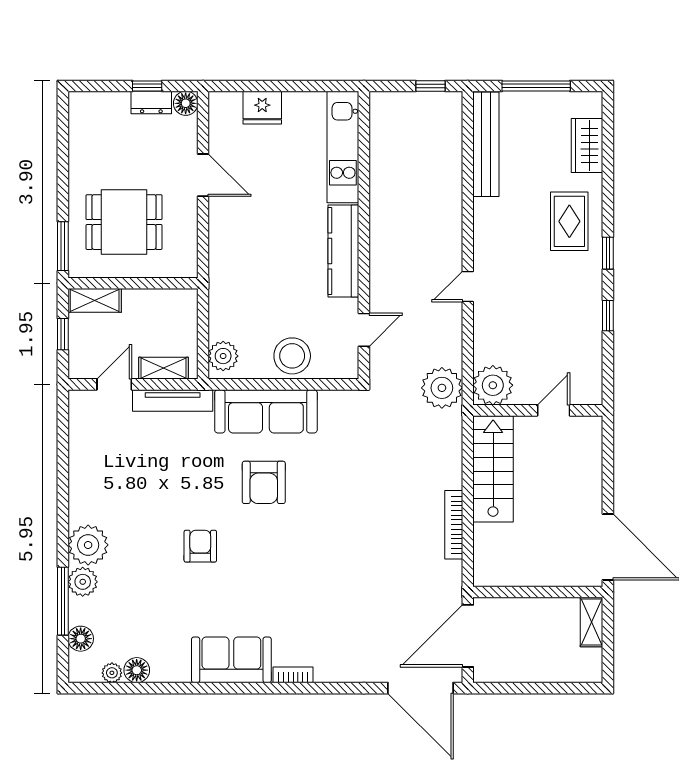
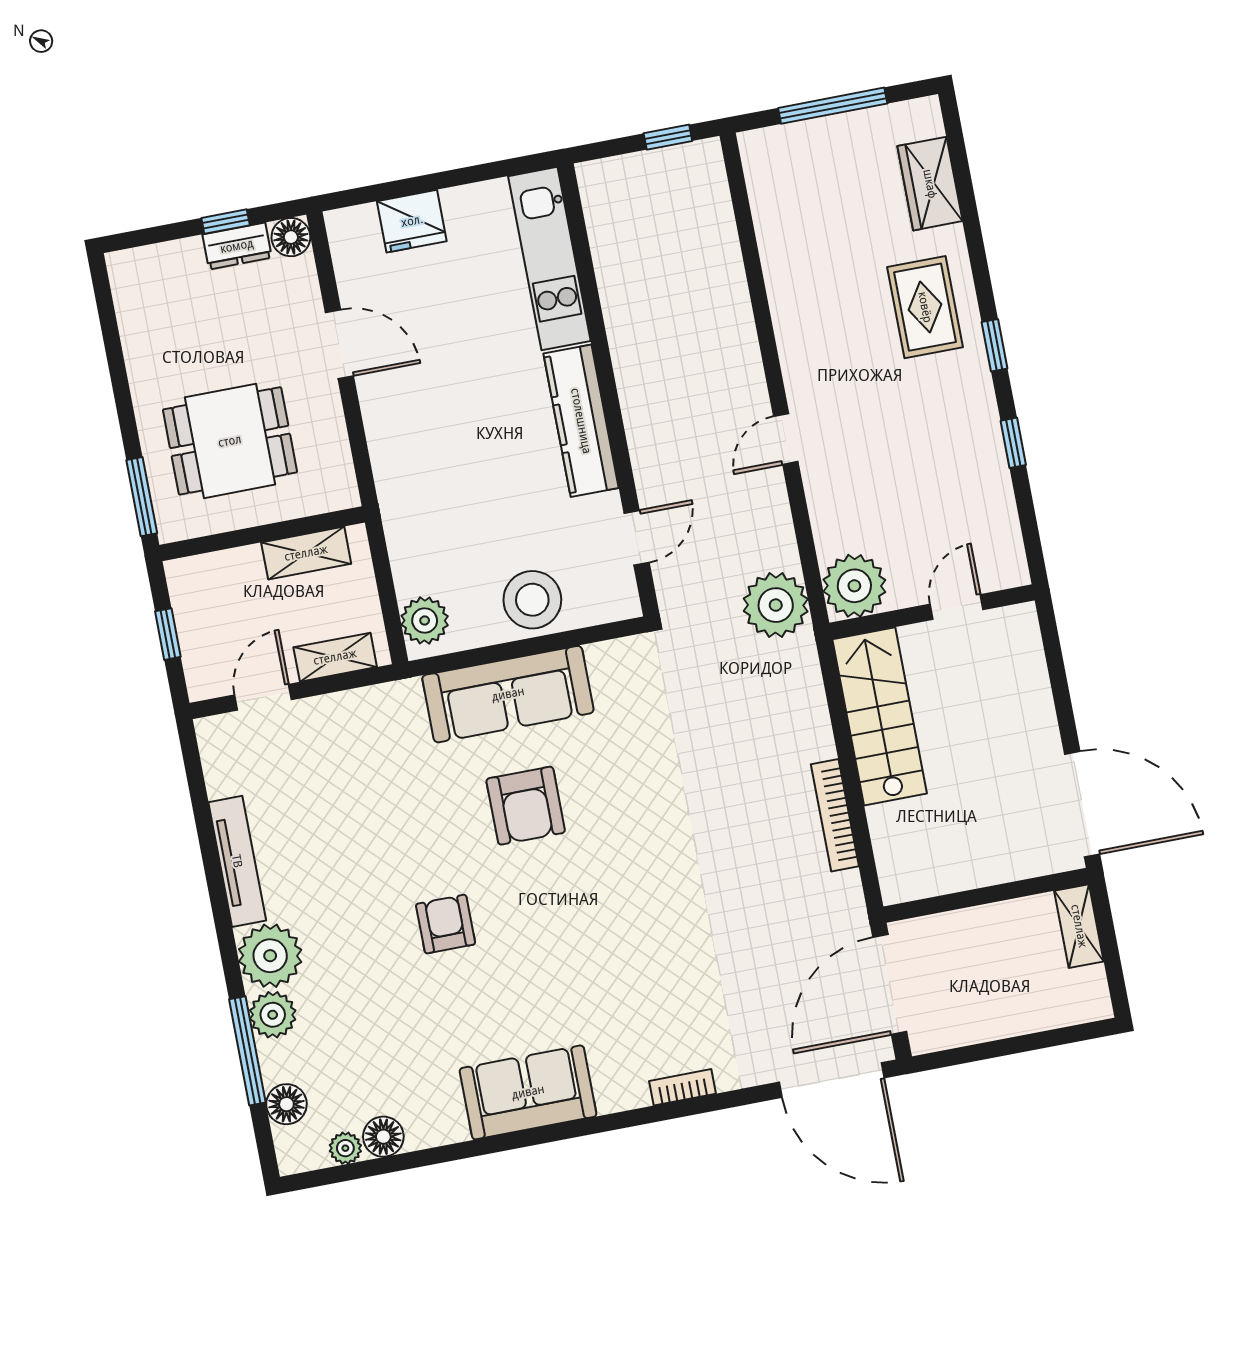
bench: (486, 144) -> (772, 212), removed
shelving: (95, 300) -> (306, 553), moved
tv unit: (173, 400) -> (237, 861), moved, turned -90
bookcase: (293, 675) -> (683, 1087), moved

